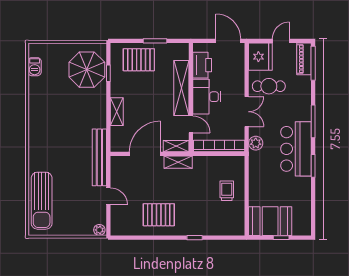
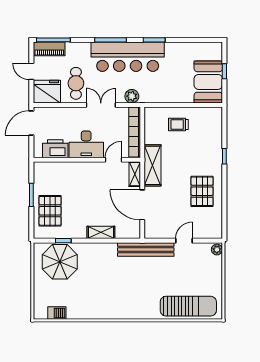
shelving: (181, 88) -> (78, 169), removed
bar counter: (296, 149) -> (128, 57), width x1.36
shelving: (178, 162) -> (152, 165), width x1.50, depth x1.33

